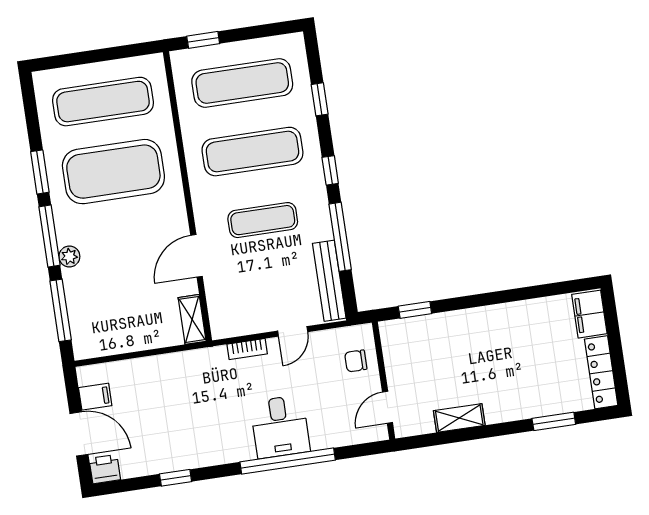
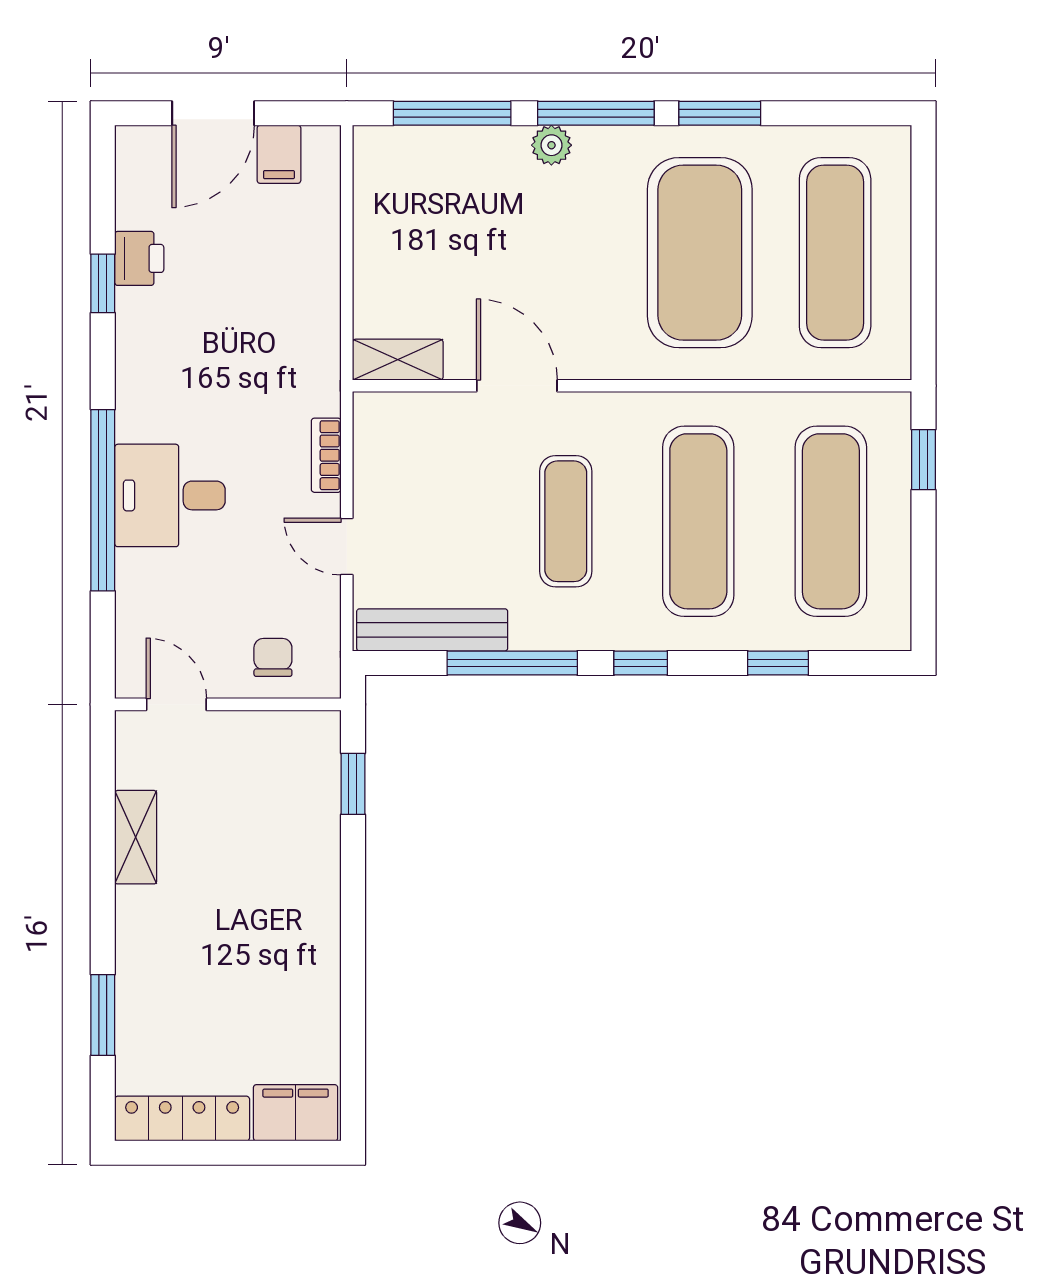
printer: (105, 469) -> (139, 258), moved

